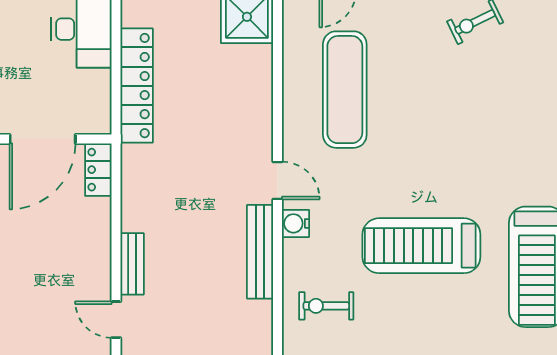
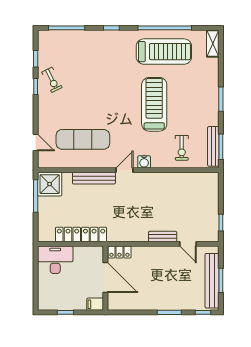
treadmill: (421, 246) -> (154, 104), turned 180
bench: (260, 252) -> (94, 178), moved
door: (116, 320) -> (188, 244), hinge flipped

